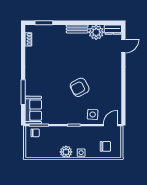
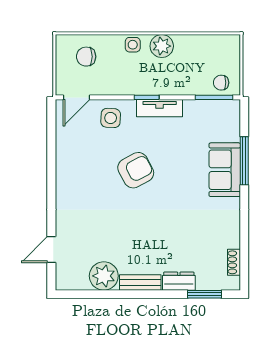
dresser: (113, 30) -> (179, 281), moved
sofa: (33, 110) -> (225, 170), moved
tv unit: (67, 120) -> (160, 108), added

